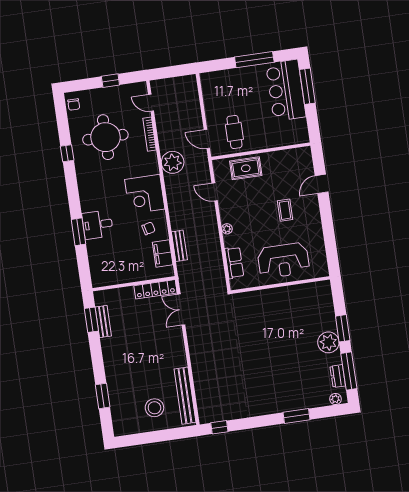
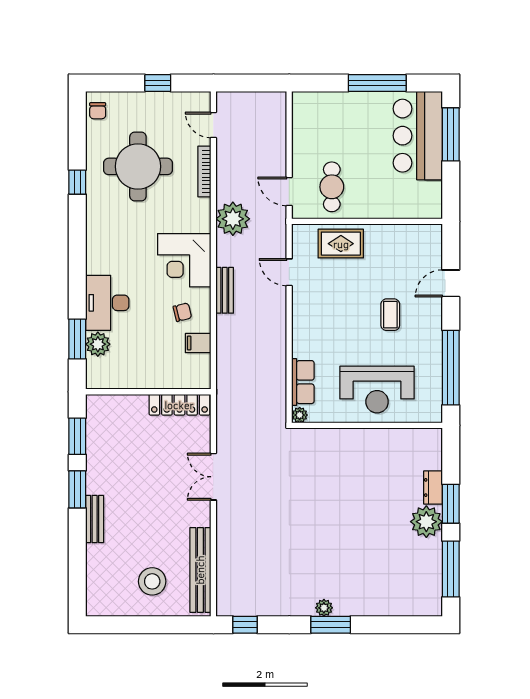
desk: (98, 225) -> (107, 303), width x1.37
plant: (227, 229) -> (300, 415), moved
window: (79, 232) -> (77, 339), moved
window: (330, 239) -> (451, 368), added
bench: (179, 246) -> (225, 290), moved
filing cabinet: (163, 253) -> (198, 343), width x0.50
plant: (96, 257) -> (98, 344), added
double door: (181, 310) -> (213, 477), moved
bench: (103, 321) -> (95, 519), moved
dresser: (338, 376) -> (433, 487), moved
window: (103, 396) -> (77, 489), moved
plant: (335, 399) -> (324, 608), moved
window: (296, 416) -> (331, 625), moved

